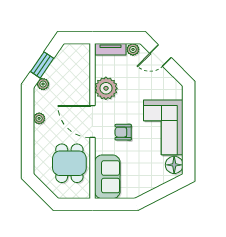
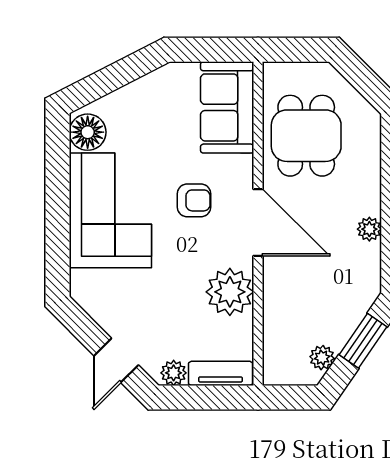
door: (160, 55) -> (116, 360), swing flipped
plant: (43, 84) -> (322, 358), moved

